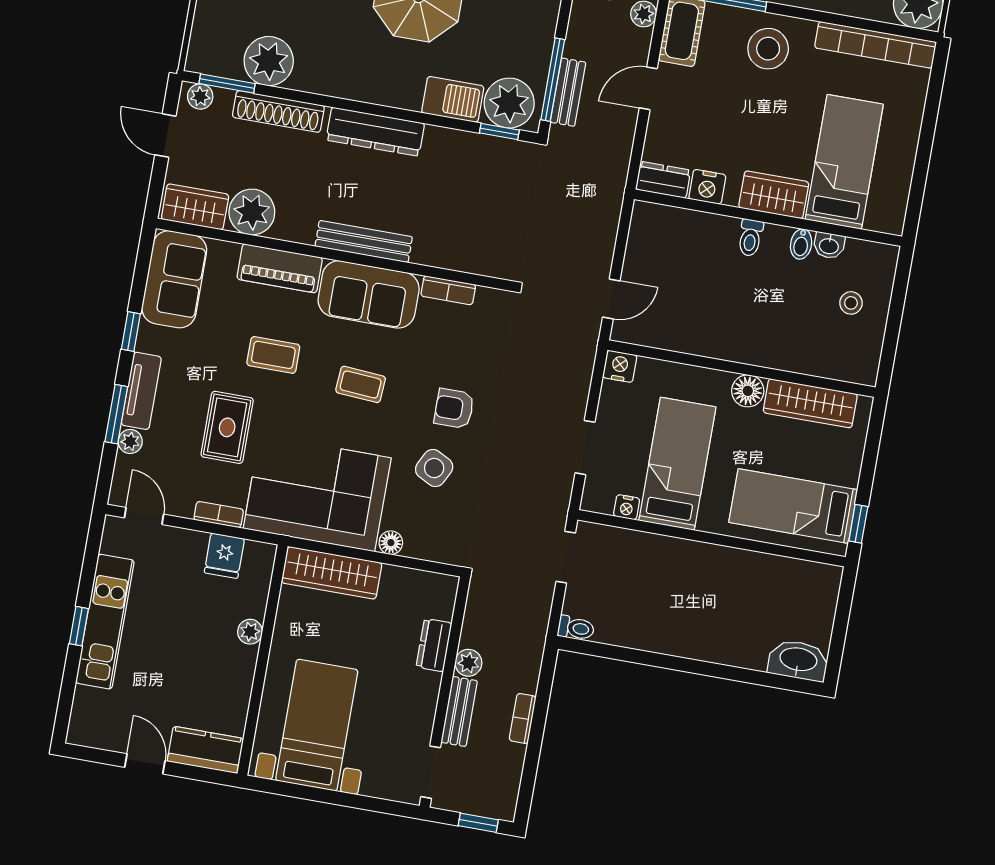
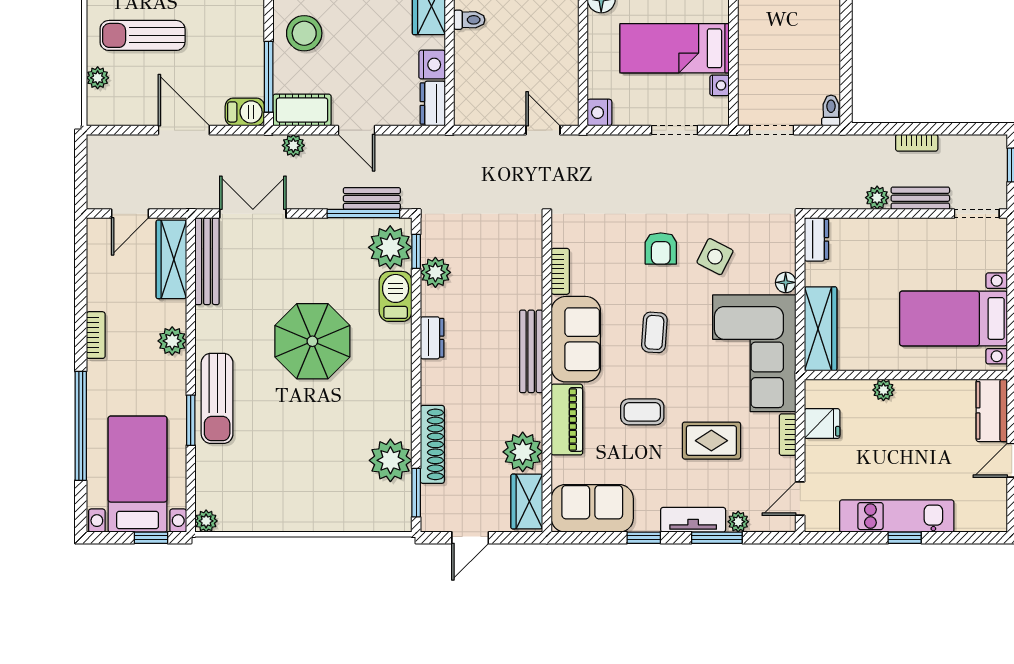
plant: (200, 97) -> (435, 272), moved, width x1.38, depth x1.38
dresser: (375, 132) -> (432, 338), width x0.51, depth x0.80
coffee table: (273, 355) -> (642, 412), turned 90
dresser: (434, 645) -> (816, 239), moved, turned -90

